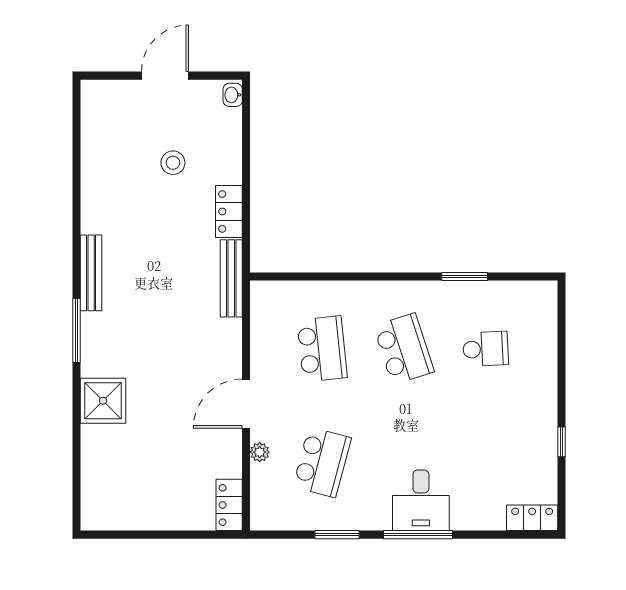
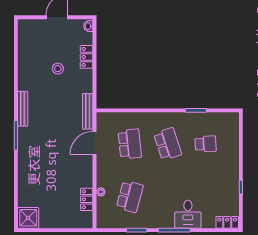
stool: (173, 163) -> (58, 69), moved
locker: (229, 211) -> (87, 57), moved
shower: (103, 401) -> (28, 218), moved
door: (246, 404) -> (94, 143), moved
desk: (421, 500) -> (188, 214), moved
locker: (229, 505) -> (87, 199), moved

